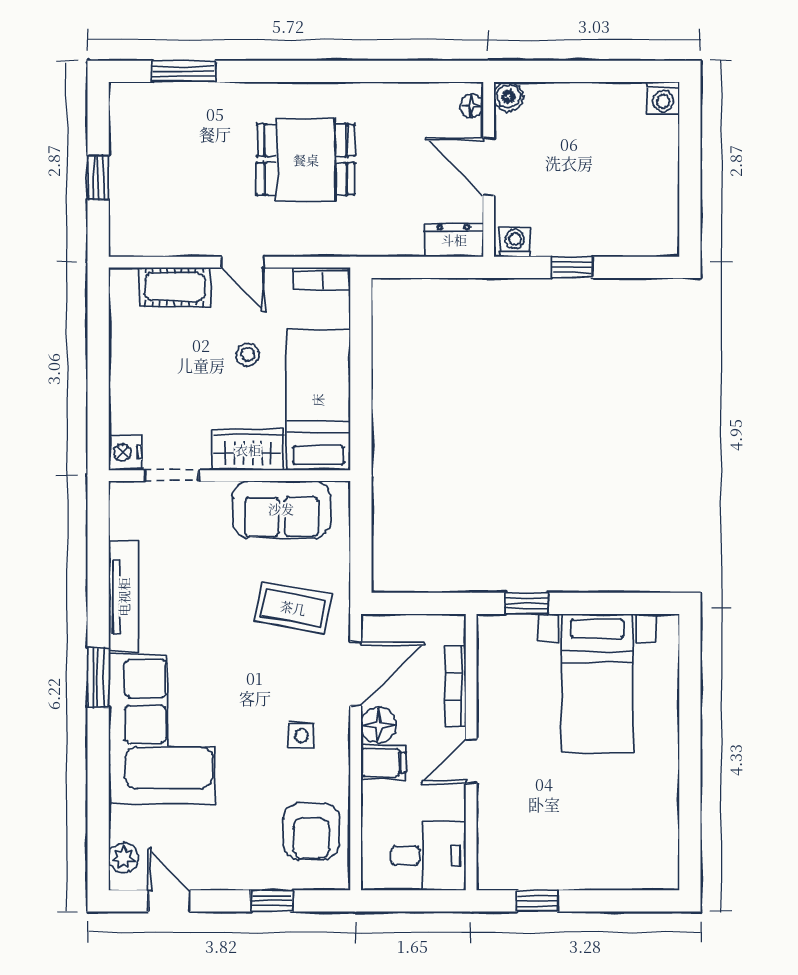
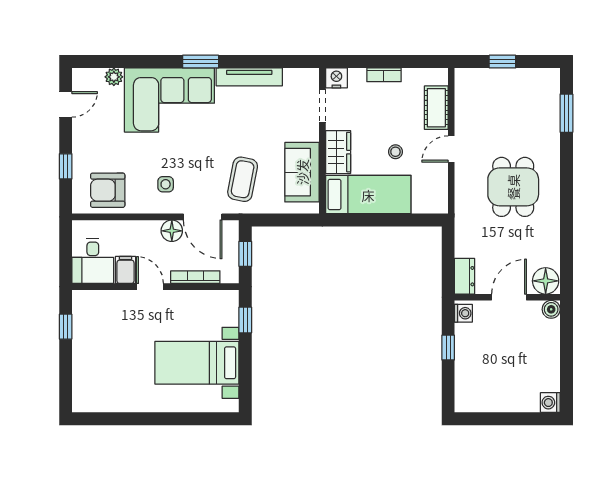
floor lamp: (472, 106) -> (546, 281), width x1.89, depth x1.89
bookcase: (322, 279) -> (384, 75), moved, turned -90
window: (417, 603) -> (245, 254), added
filing cabinet: (383, 762) -> (125, 270), moved, turned 180
plant: (123, 858) -> (114, 77), moved

